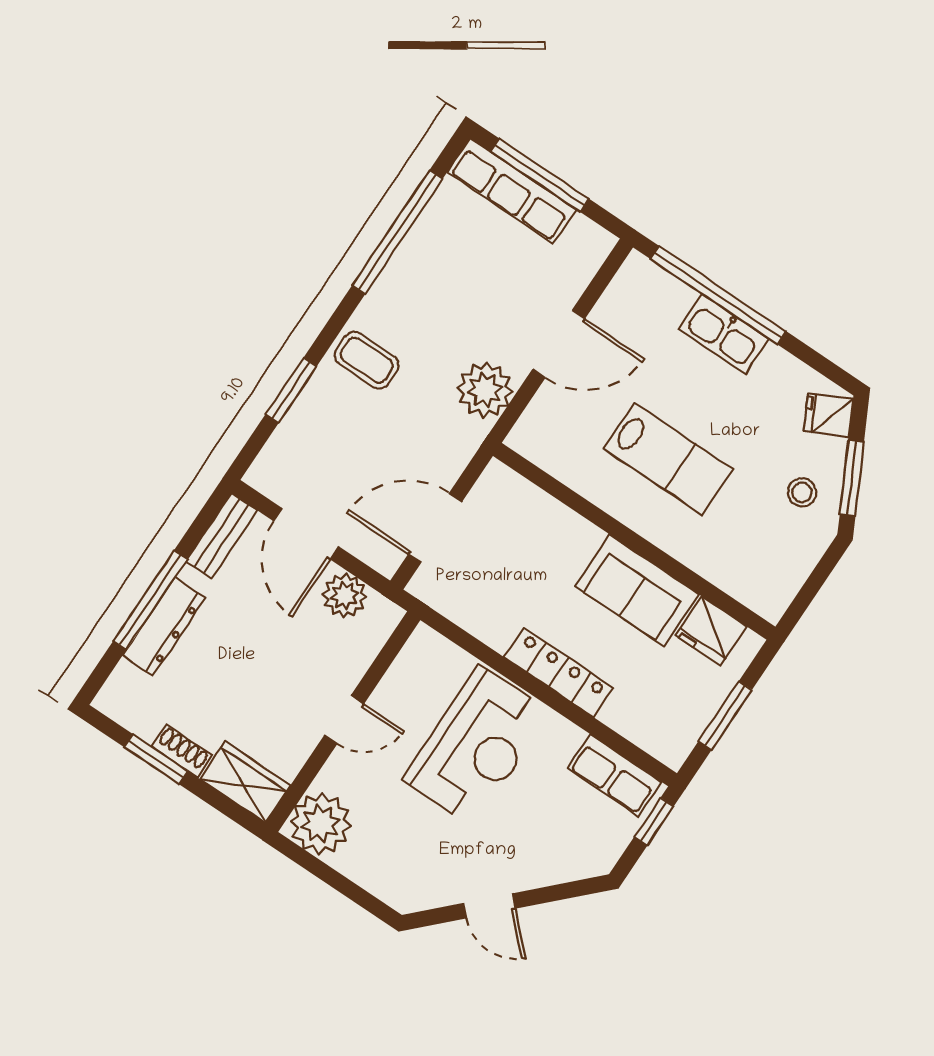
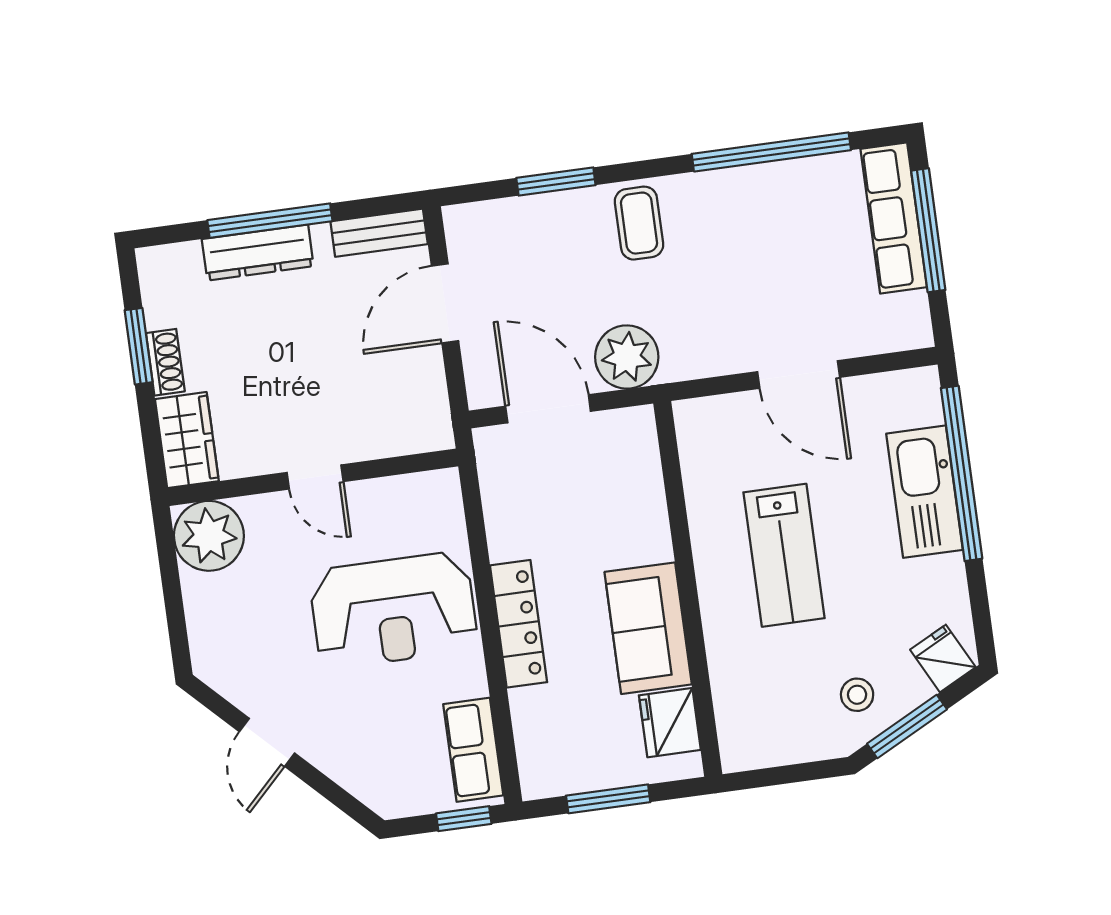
kitchen sink: (724, 334) -> (925, 492), width x1.36, depth x1.24
plant: (485, 390) -> (627, 357), moved
plant: (345, 596) -> (421, 383), removed

